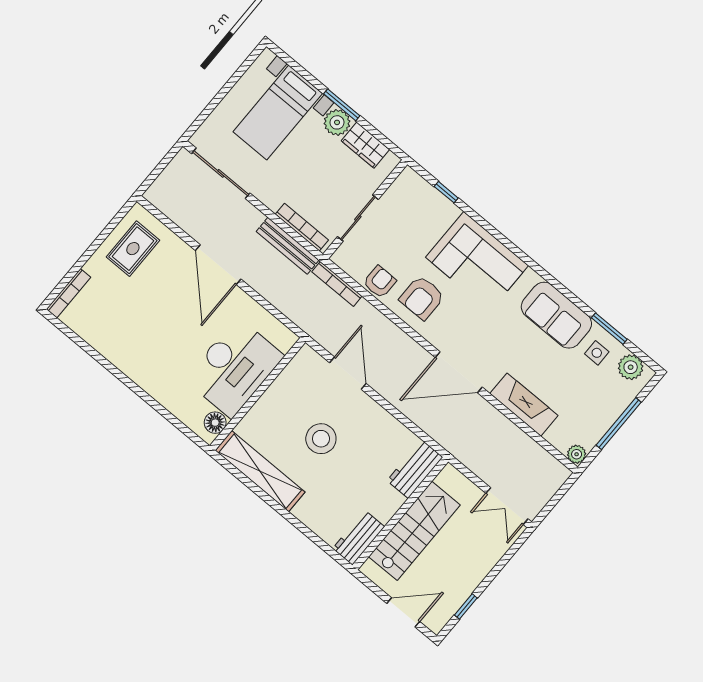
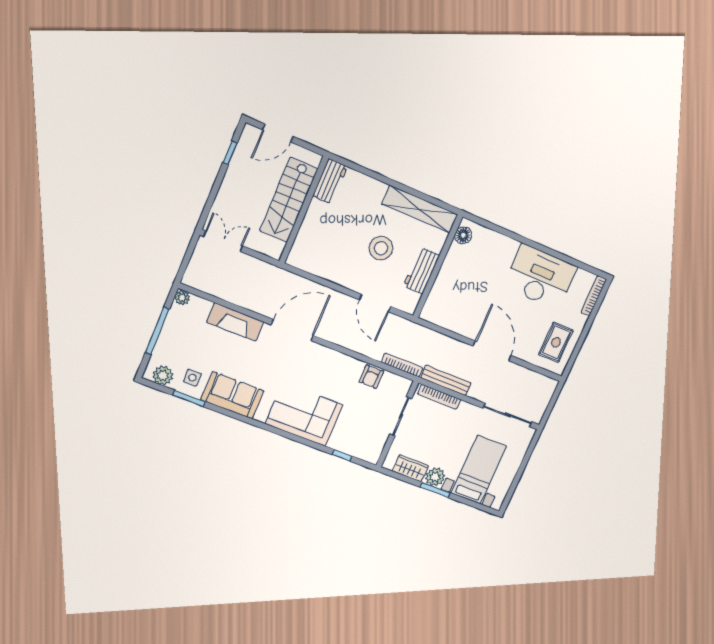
armchair: (422, 298) -> (337, 375), removed
desk: (234, 368) -> (540, 277), moved, turned 90
workbench: (415, 469) -> (421, 271), moved, turned 180

